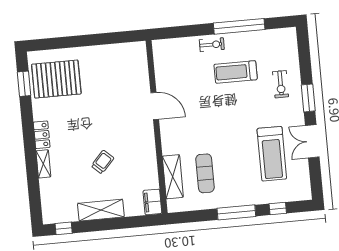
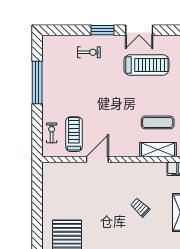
exercise bike: (212, 45) -> (52, 133), moved
treadmill: (236, 72) -> (74, 134), moved, turned 180

